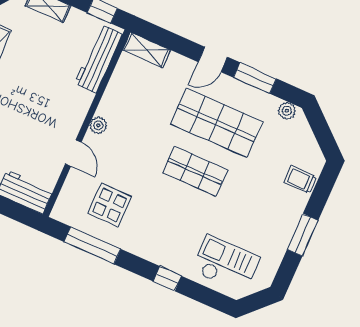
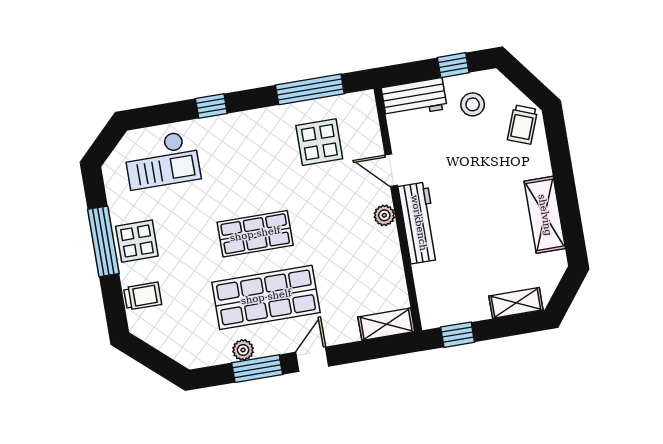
workbench: (98, 59) -> (419, 223), moved
plant: (287, 111) -> (243, 350), moved
display table: (279, 220) -> (137, 241), added
window: (303, 235) -> (103, 241), width x1.44

